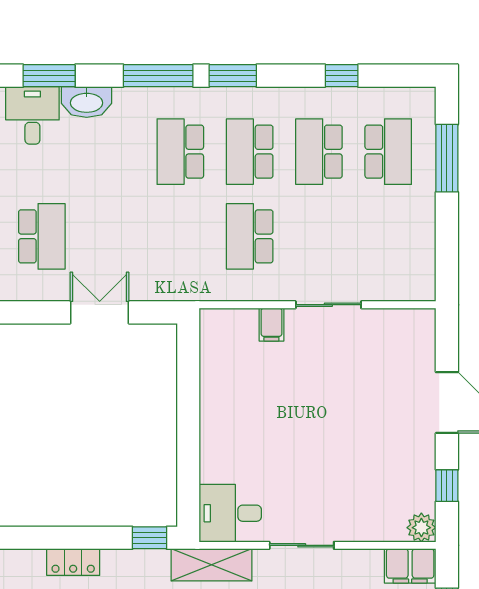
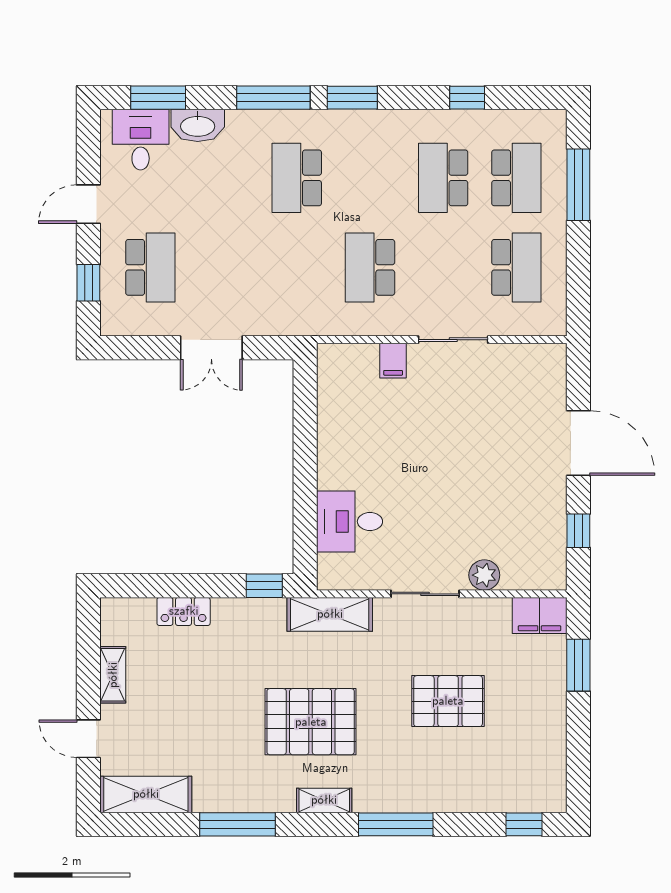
school desk: (250, 152) -> (516, 267), moved, turned 180
double door: (100, 312) -> (211, 348), swing flipped
desk: (230, 513) -> (350, 521), moved
plant: (421, 528) -> (484, 575), moved

